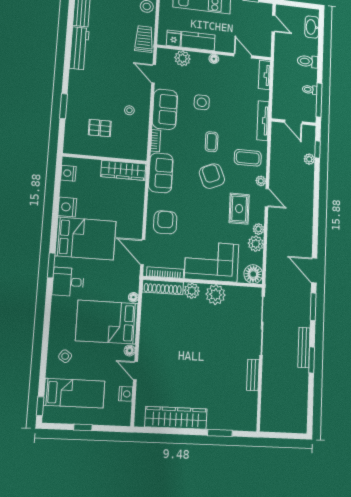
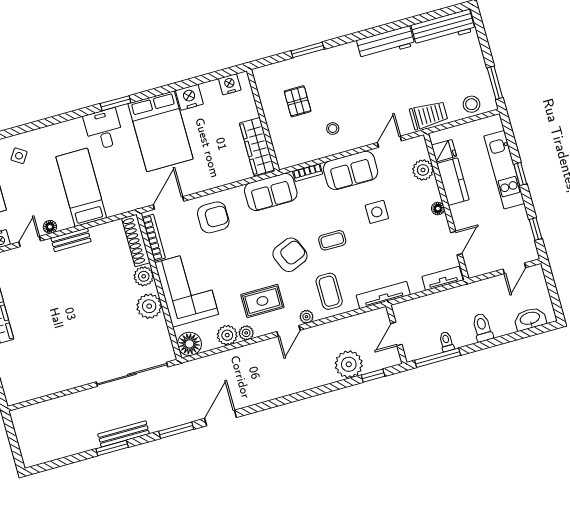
plant: (309, 159) -> (349, 364), width x1.88, depth x1.88
floor lamp: (133, 297) -> (112, 210), removed
bed: (107, 322) -> (81, 187), width x0.67
bench: (253, 375) -> (71, 240), moved

